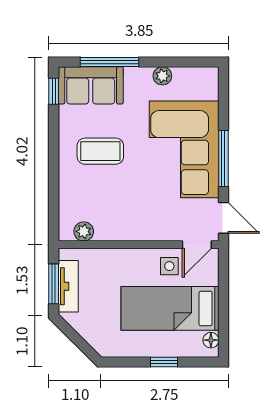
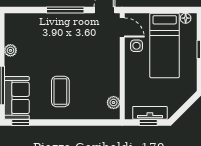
corner sofa: (184, 149) -> (59, 36), removed
window: (54, 284) -> (148, 122), width x0.67

